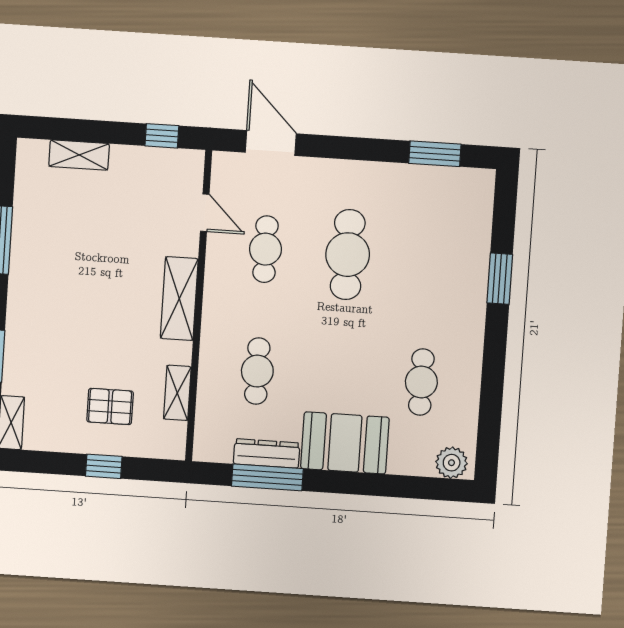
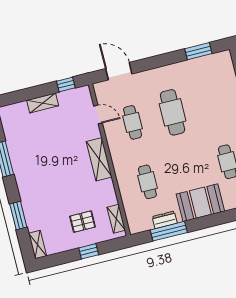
shelving: (79, 155) -> (43, 103), moved
shelving: (177, 393) -> (116, 219), moved
dresser: (267, 453) -> (165, 220), width x0.70

